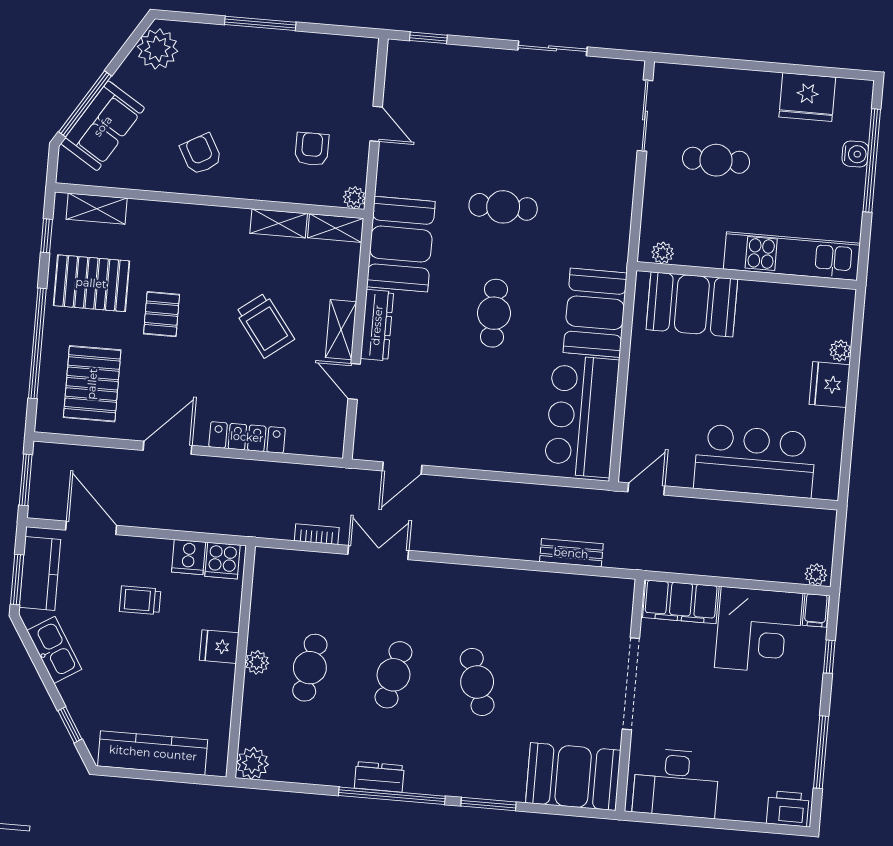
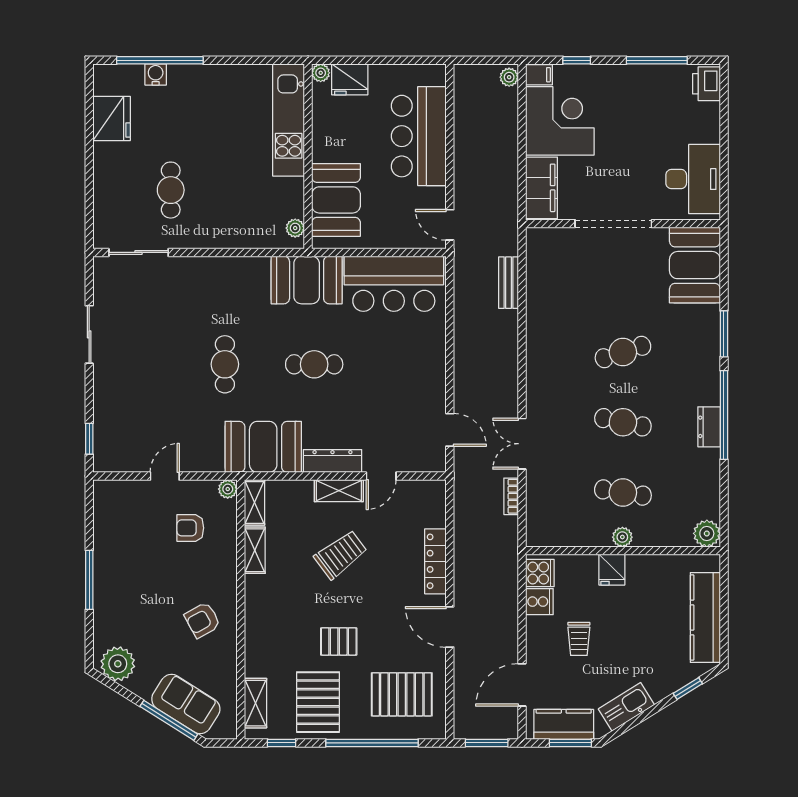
plant: (663, 253) -> (295, 228), moved
kitchen unit: (792, 256) -> (289, 120), moved
wall: (747, 276) -> (308, 156), moved
booth: (692, 304) -> (336, 200), moved

